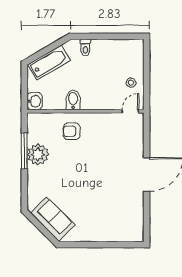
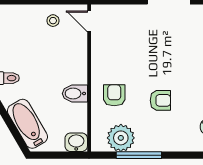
armchair: (72, 131) -> (114, 95), turned 180
plant: (38, 155) -> (121, 138), moved
armchair: (68, 168) -> (160, 100), added

